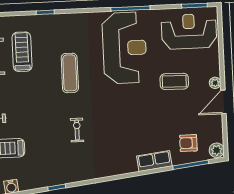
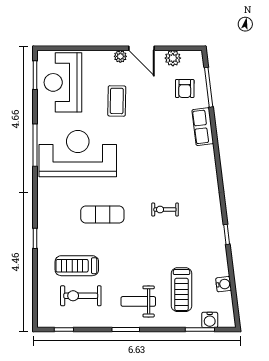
plant: (217, 150) -> (173, 58), moved

